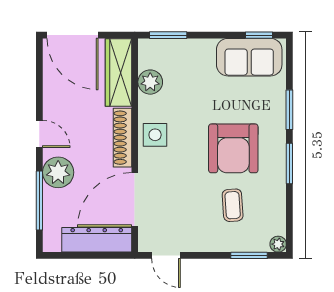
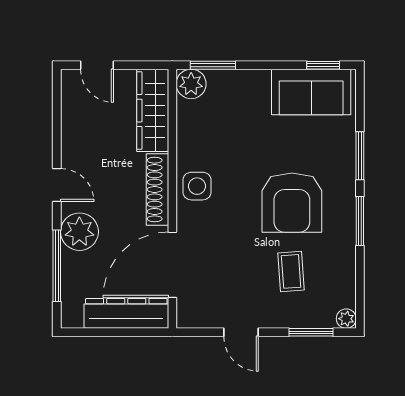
door: (73, 35) -> (97, 65), width x0.53
plant: (150, 82) -> (191, 84), moved
door: (166, 255) -> (241, 332), moved

